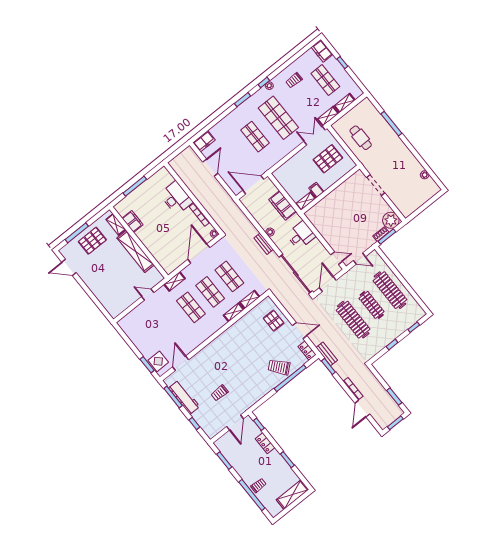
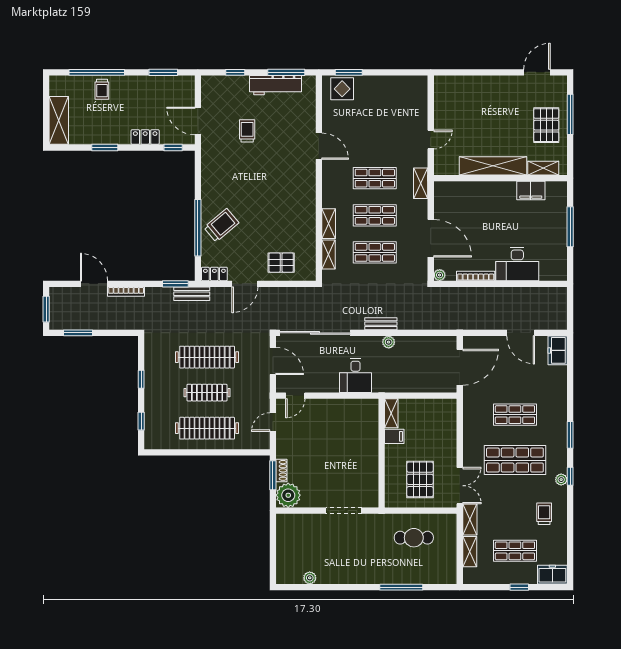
filing cabinet: (283, 205) -> (408, 382), removed
door: (181, 363) -> (319, 146), moved

